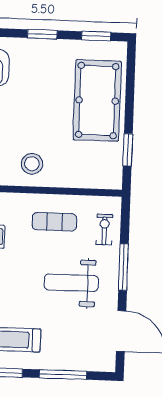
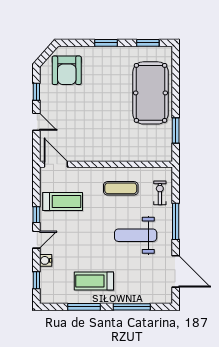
stool: (32, 164) -> (102, 144), removed

